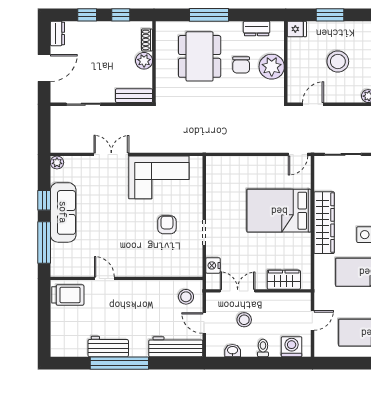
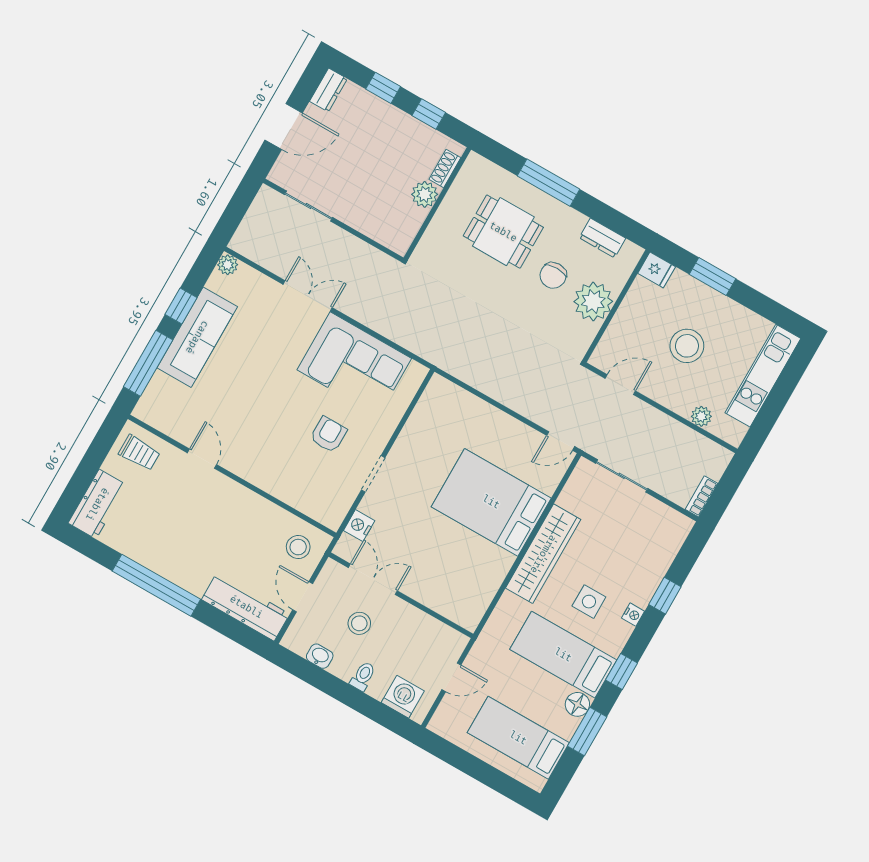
dining table: (200, 56) -> (503, 232), width x0.73
bench: (134, 96) -> (384, 234), removed
wardrobe: (284, 280) -> (444, 600), removed
trolley: (68, 295) -> (139, 453), width x0.73, depth x0.72
workbench: (108, 346) -> (97, 504), moved, turned 90

